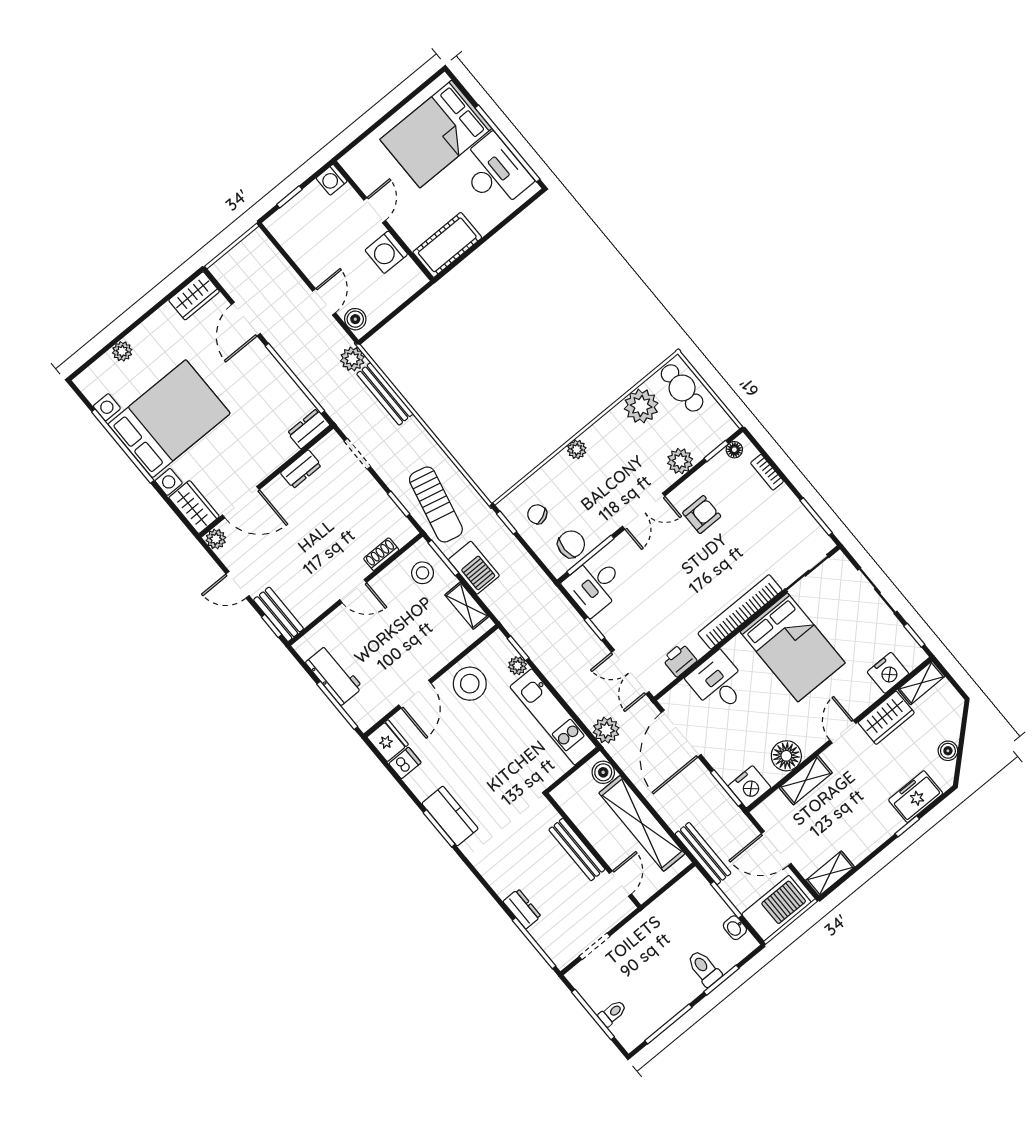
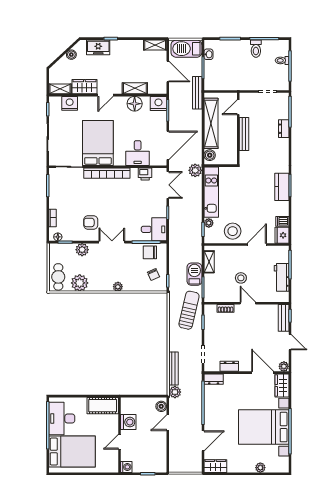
stool: (423, 573) -> (241, 278), moved
toilet: (704, 968) -> (256, 49), moved

